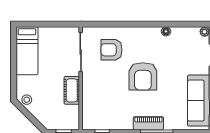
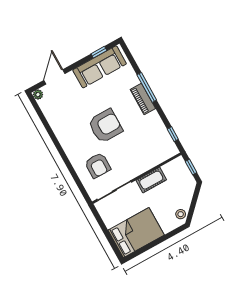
floor lamp: (166, 31) -> (56, 128), removed
bed: (27, 51) -> (136, 233), width x1.50

